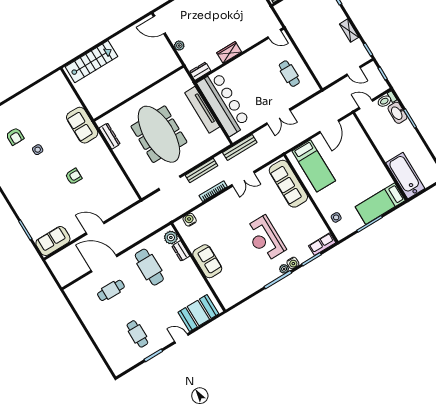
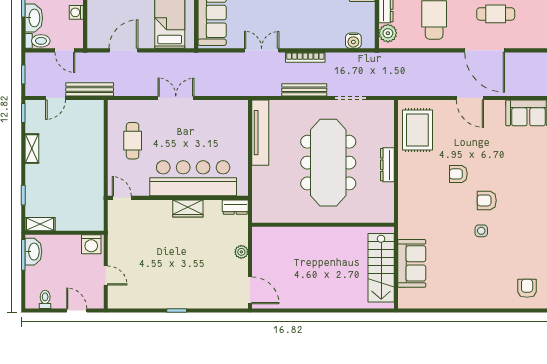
stairs: (91, 62) -> (381, 268), moved, turned -90
door: (354, 71) -> (56, 98), swing flipped
bar counter: (224, 103) -> (193, 178), moved, turned 90
tv unit: (202, 110) -> (260, 133), moved
sofa: (82, 125) -> (412, 263), moved
washing machine: (373, 132) -> (76, 12), added
armchair: (15, 136) -> (487, 200), moved, turned -90
dresser: (110, 136) -> (387, 165), moved
bench: (240, 148) -> (90, 89), moved
rug: (116, 188) -> (417, 130), added

